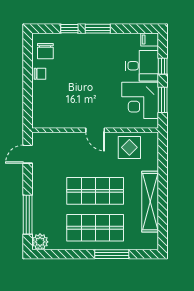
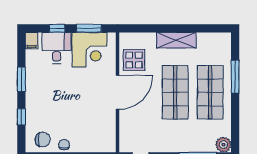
window: (98, 29) -> (21, 79), moved
door: (95, 130) -> (118, 92), width x1.87
shelving: (150, 202) -> (176, 40), width x0.68

